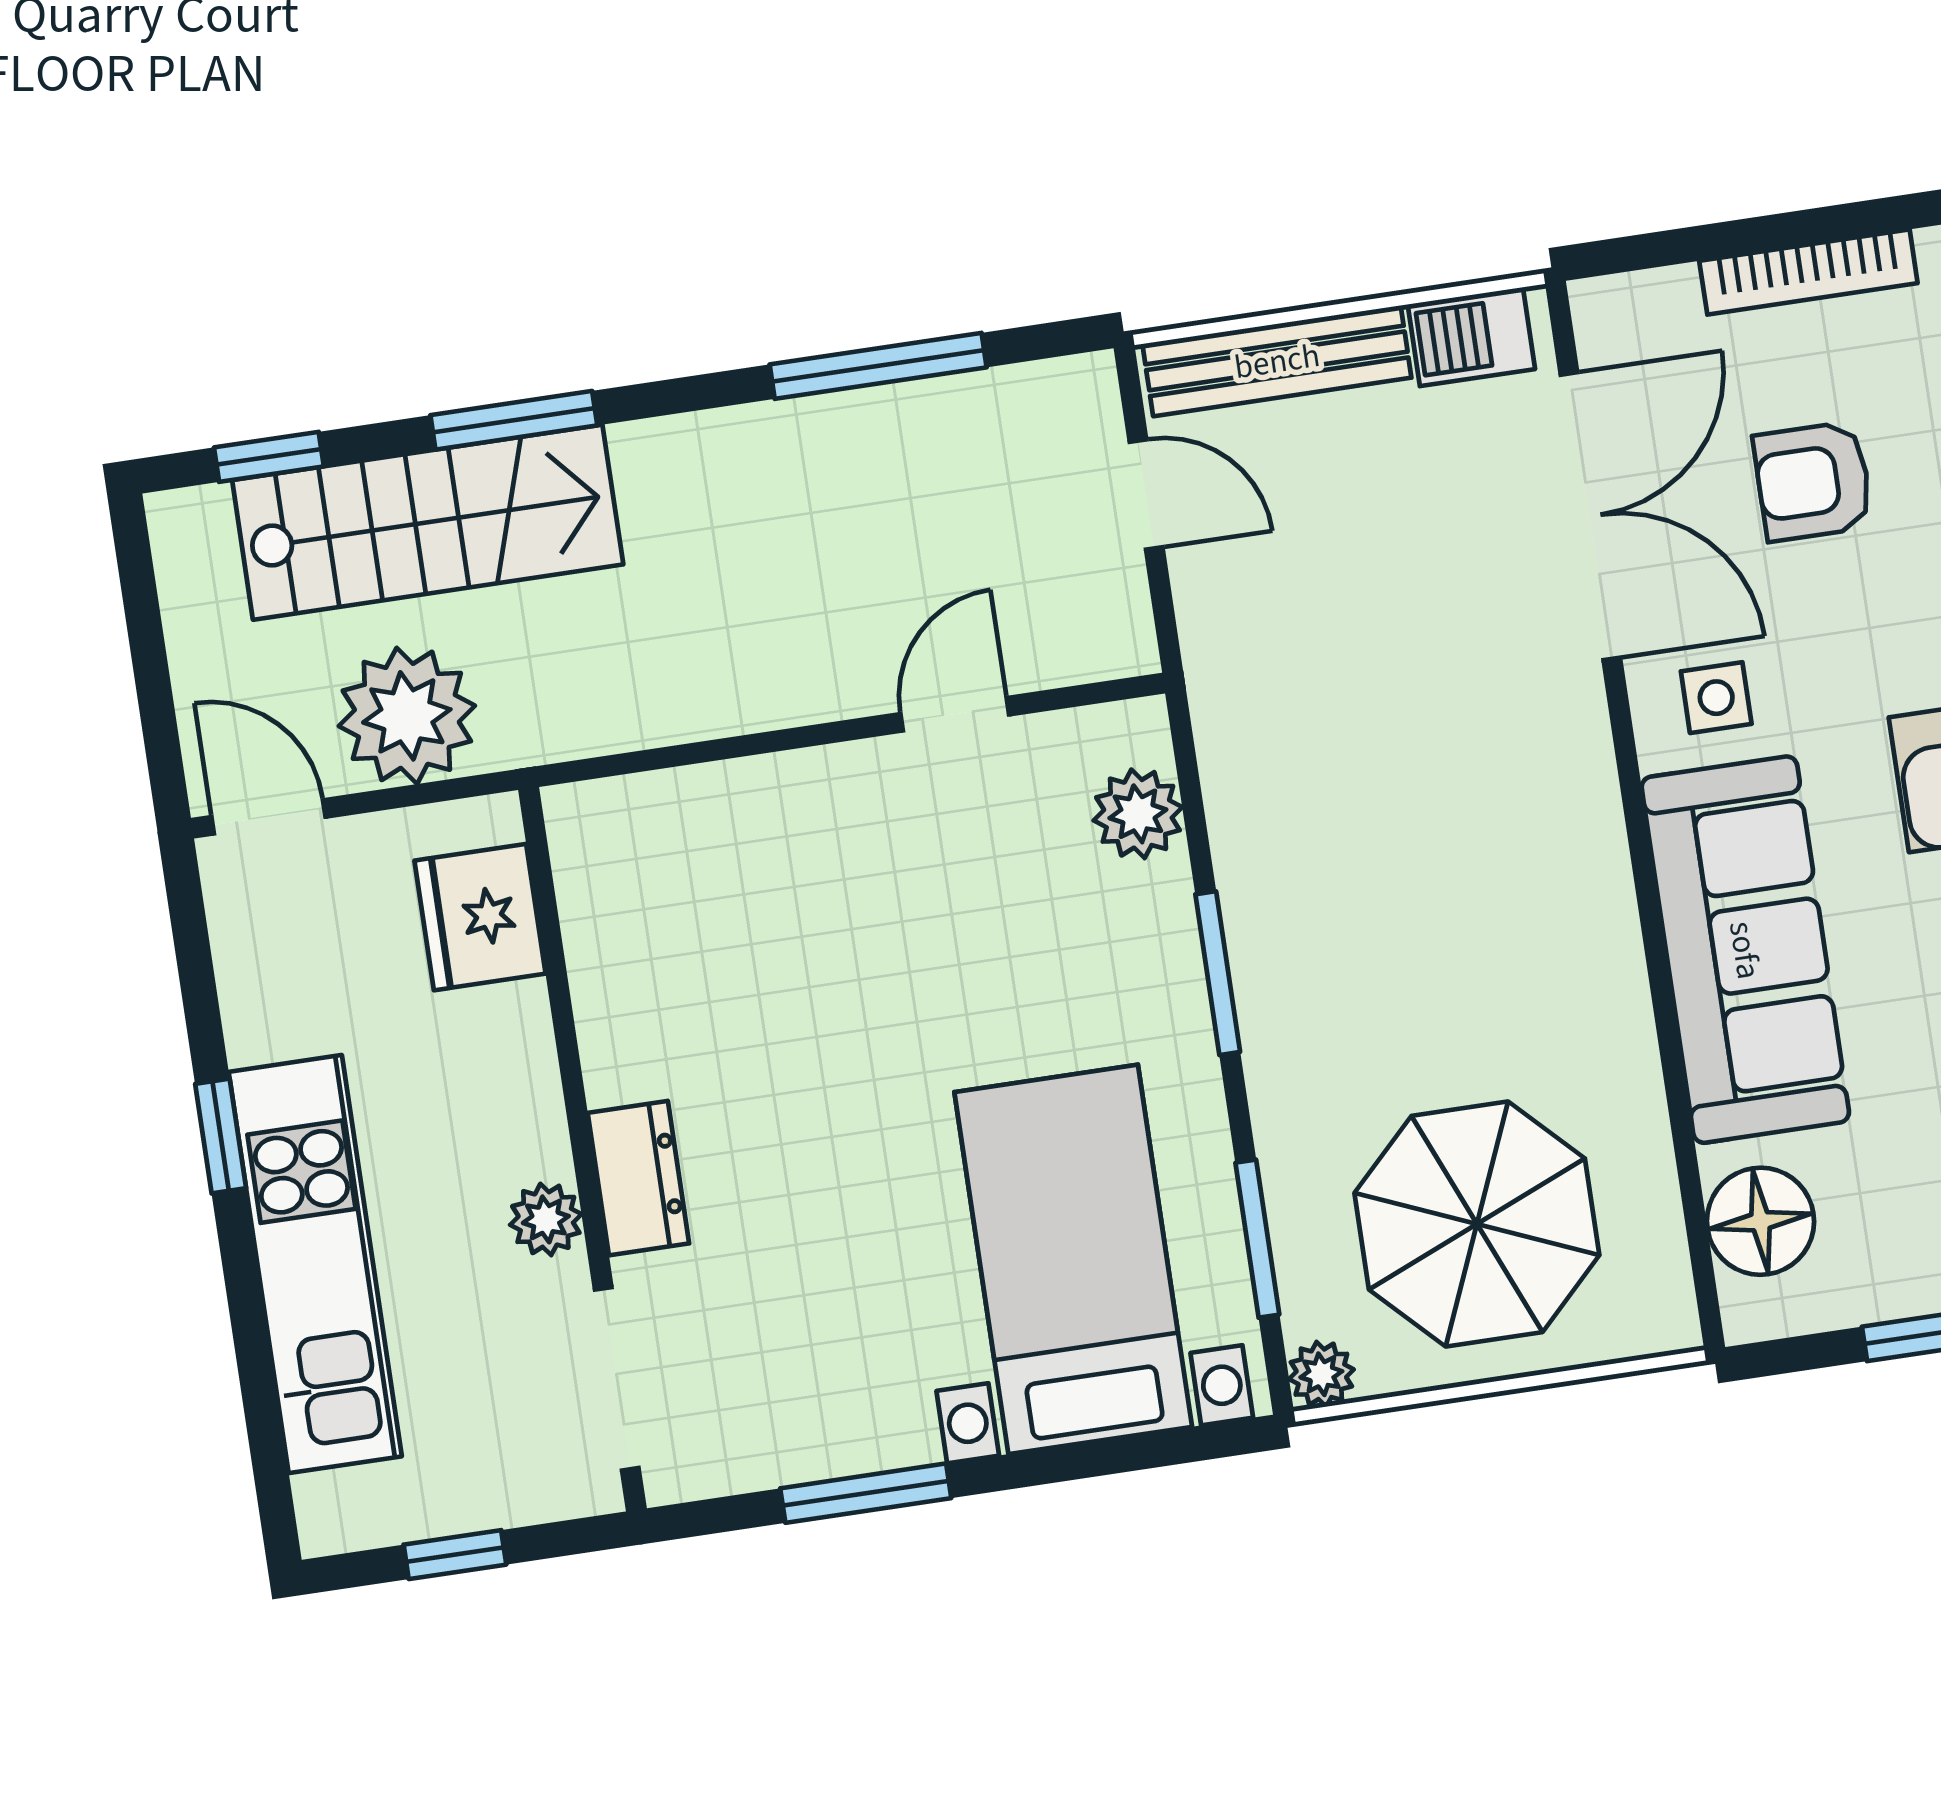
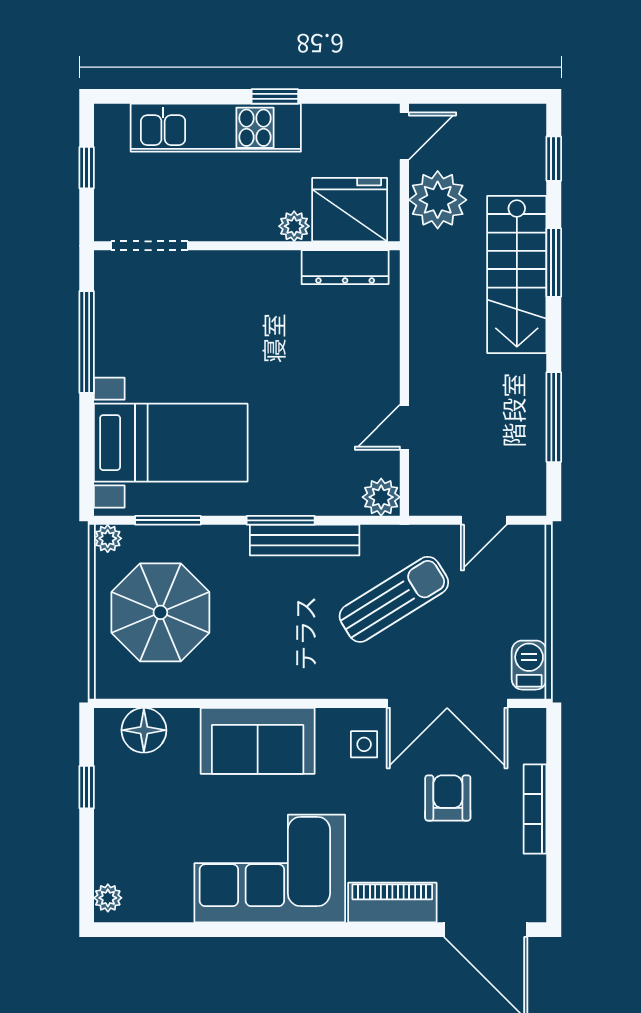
bench: (1277, 361) -> (305, 540), moved, turned 90
stairs: (428, 522) -> (517, 275), moved
sun lounger: (1364, 678) -> (394, 599), added
door: (955, 714) -> (404, 427), swing flipped
plant: (1138, 814) -> (381, 497), moved
fridge: (480, 917) -> (350, 210), width x1.36, depth x1.34
sofa: (1745, 950) -> (258, 741), width x0.73
dresser: (638, 1178) -> (345, 267), moved, width x1.44
plant: (546, 1219) -> (294, 226), moved
window: (866, 1493) -> (87, 342), width x1.44

